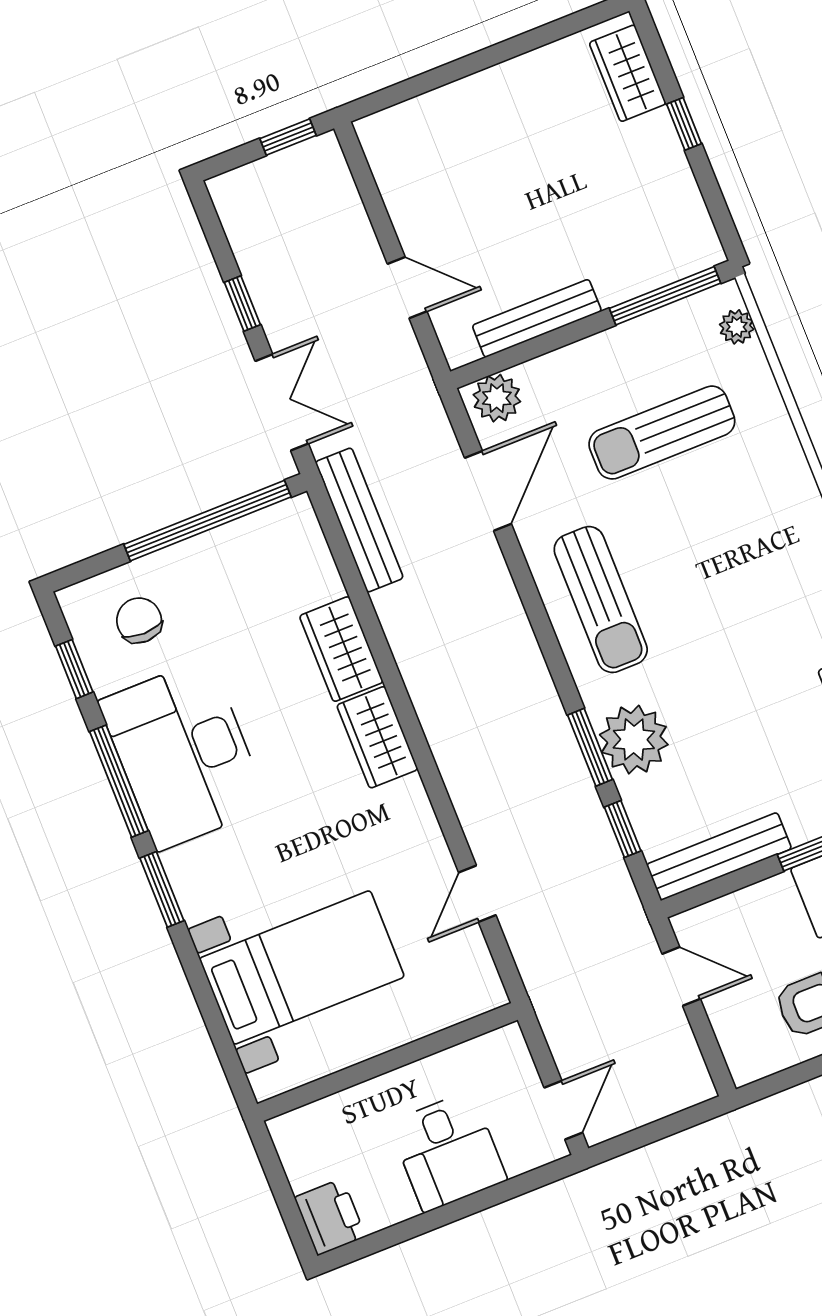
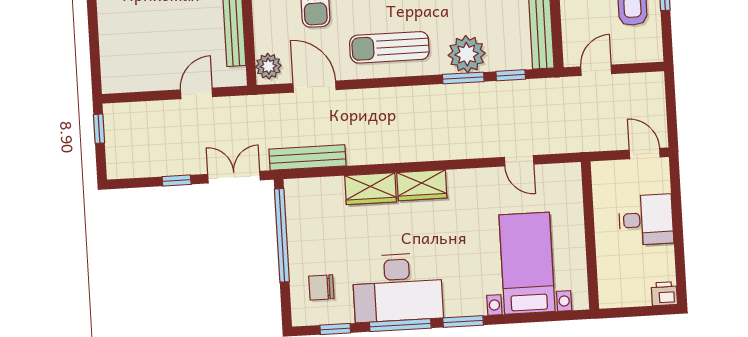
sun lounger: (601, 600) -> (389, 47), turned 180
printer: (330, 1217) -> (664, 294), width x0.73, depth x0.81

